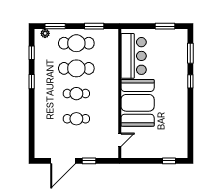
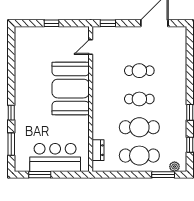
window: (94, 26) -> (119, 175), removed
dresser: (113, 48) -> (98, 150), added
bar counter: (134, 56) -> (55, 157), moved, turned 90
window: (89, 161) -> (108, 23), moved
window: (169, 161) -> (51, 23), moved

